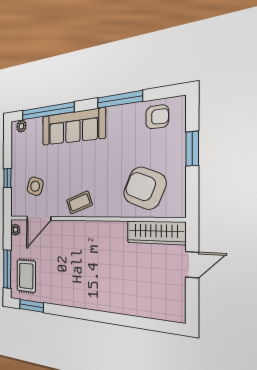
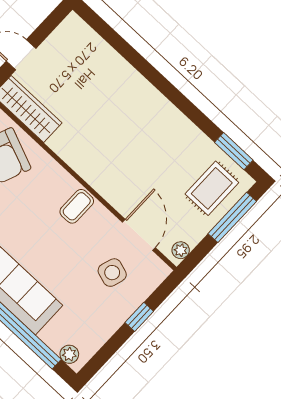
coffee table: (79, 202) -> (77, 206), turned -69
door: (39, 218) -> (139, 235), hinge flipped

